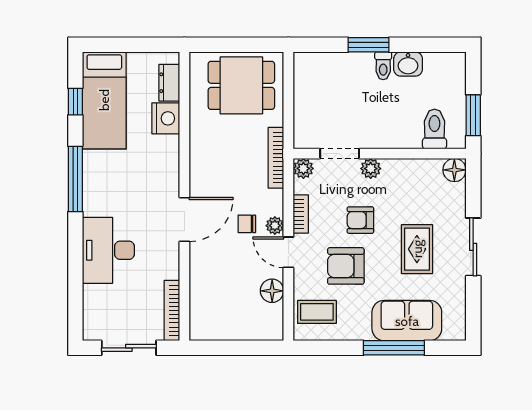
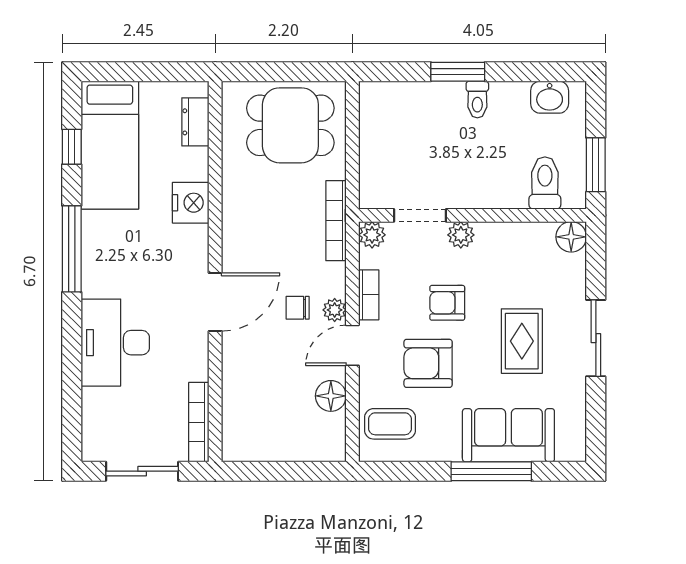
washbasin: (408, 64) -> (550, 97), moved
nightstand: (166, 118) -> (191, 203), moved
door: (288, 252) -> (352, 345), hinge flipped

